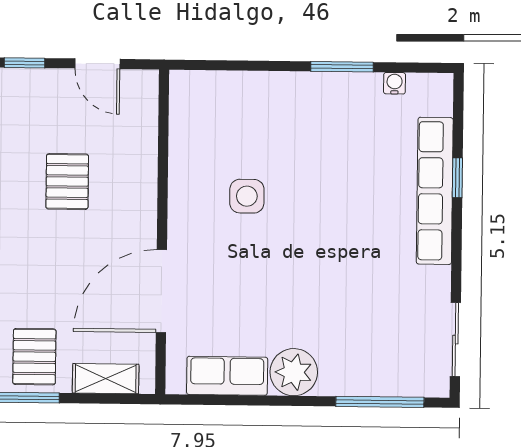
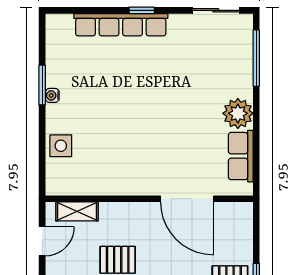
water cooler: (394, 83) -> (52, 95), moved
window: (457, 178) -> (142, 10), moved
side table: (247, 196) -> (61, 146), moved
shelving: (106, 379) -> (77, 211), moved, turned 90

